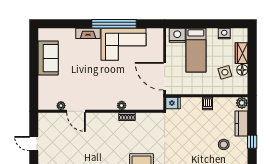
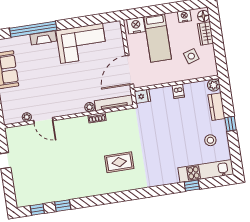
window: (114, 24) -> (33, 29), moved
floor lamp: (242, 70) -> (203, 16), moved
door: (165, 76) -> (129, 70), hinge flipped
tv unit: (145, 105) -> (114, 103), added
stool: (224, 144) -> (210, 140), moved

